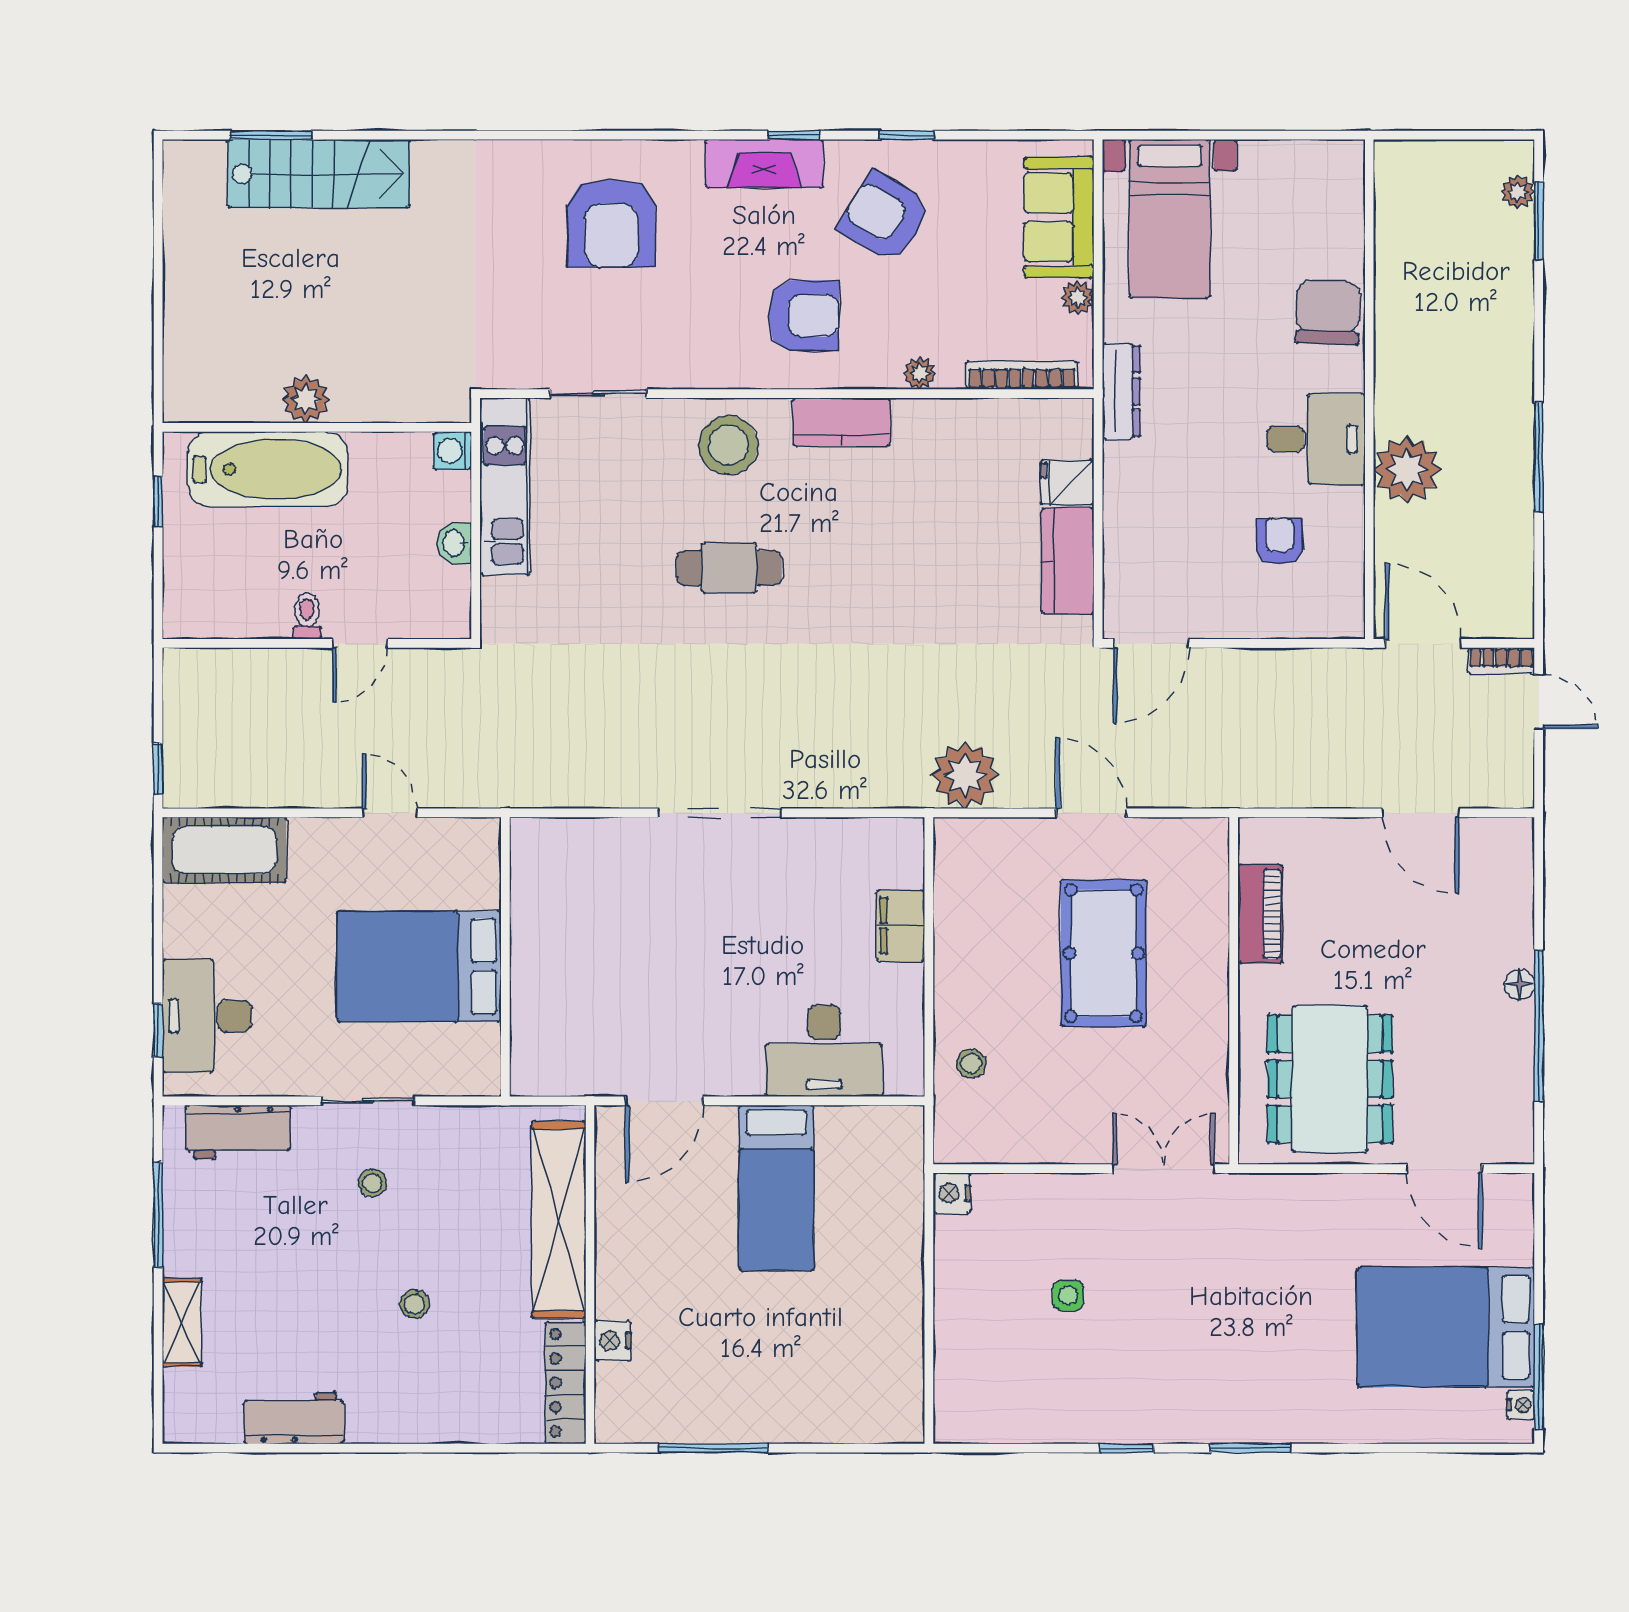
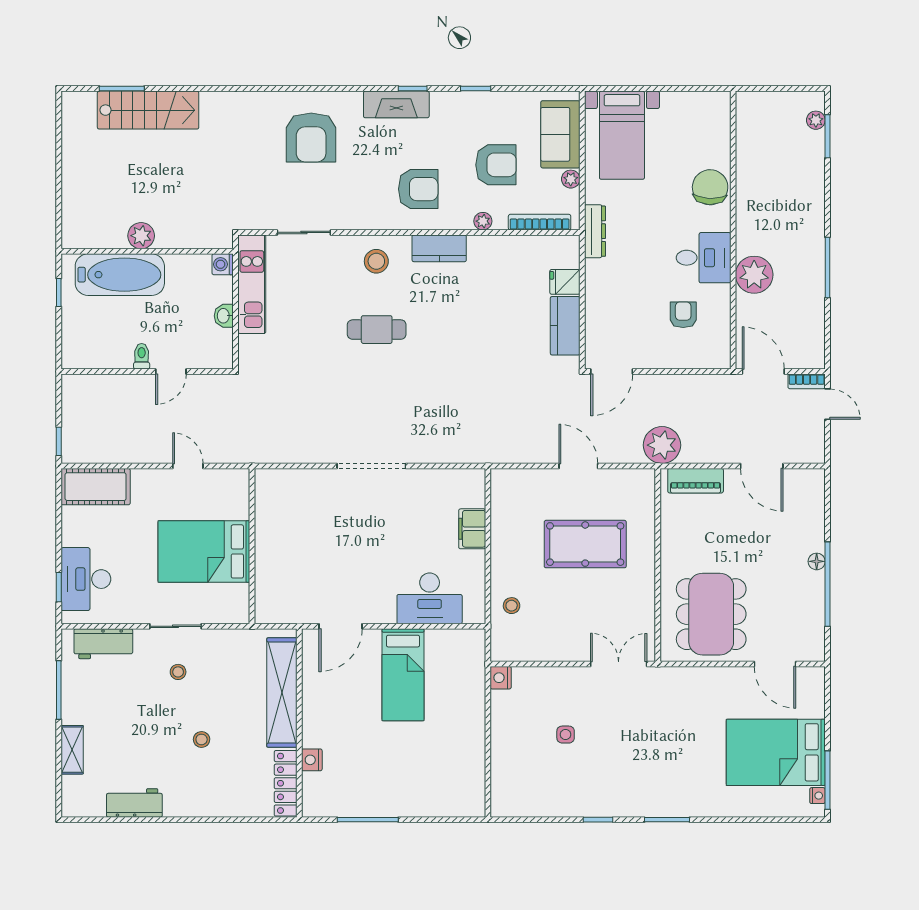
armchair: (885, 217) -> (496, 165), moved, turned 149
stool: (728, 445) -> (376, 261), width x0.73, depth x0.73
plant: (965, 775) -> (662, 445), moved
piano: (1260, 914) -> (696, 481), moved, turned 90
pool table: (1104, 953) -> (585, 544), turned 90

